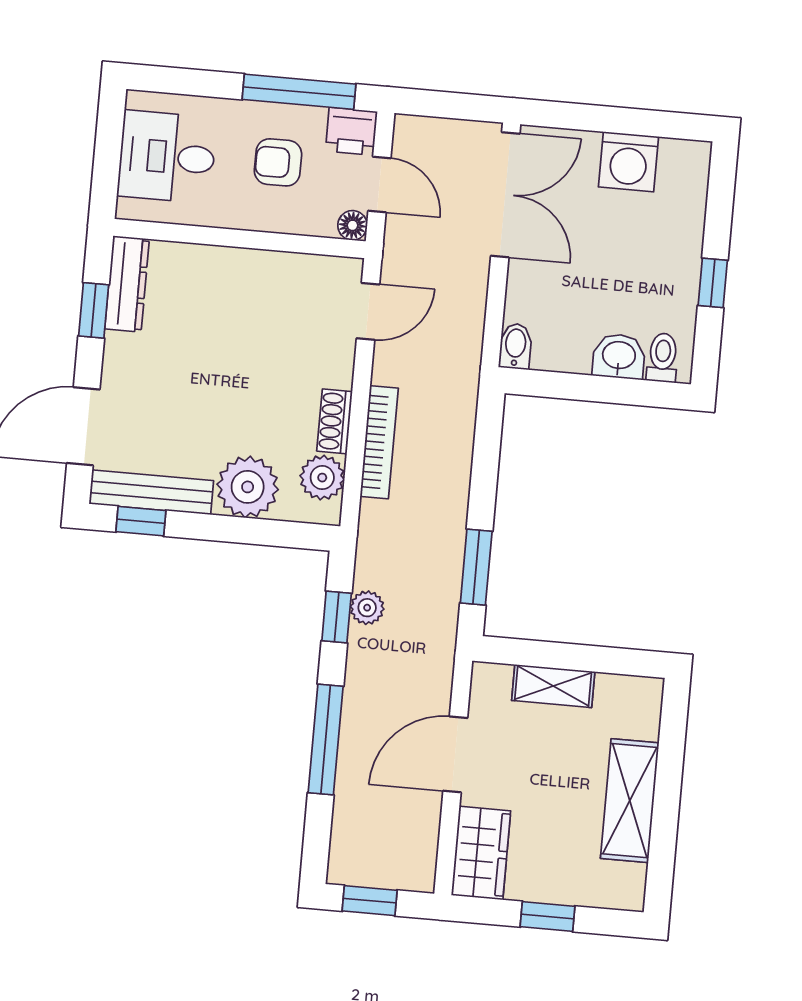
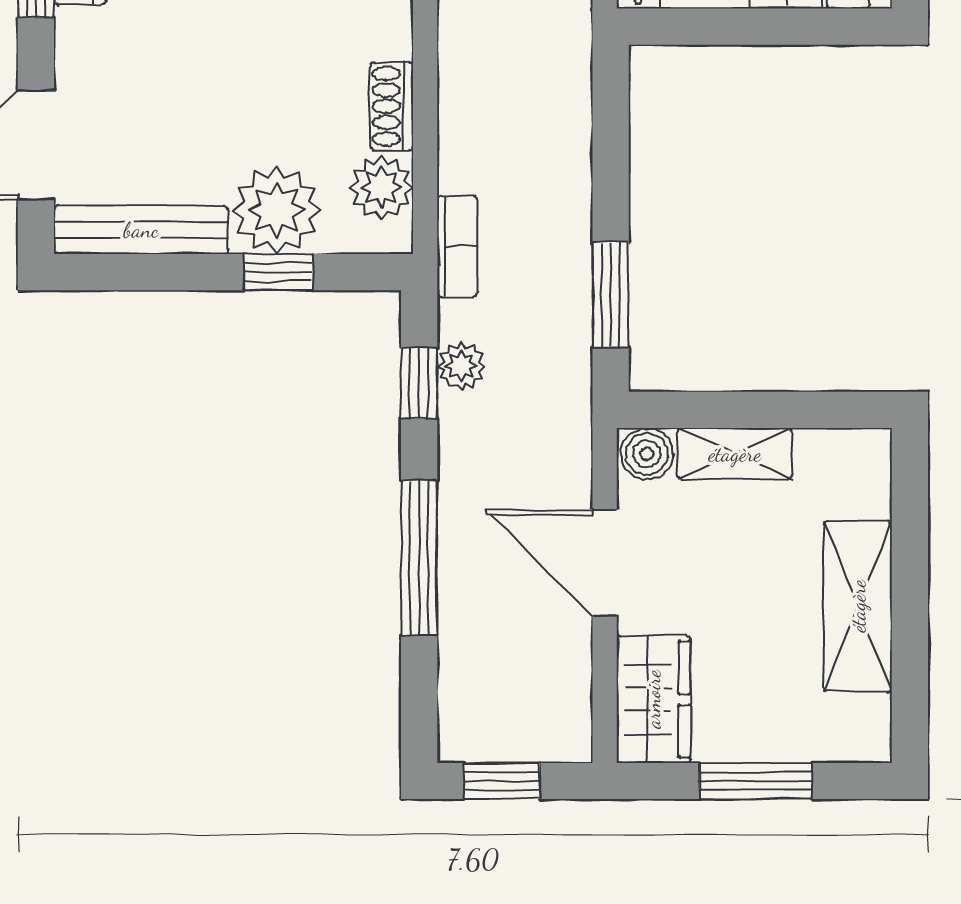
bookcase: (379, 442) -> (457, 246), moved, width x0.64
window: (141, 521) -> (278, 272), moved
boiler: (492, 681) -> (647, 454), added
door: (455, 754) -> (605, 563), hinge flipped
window: (548, 917) -> (756, 781), width x1.50

